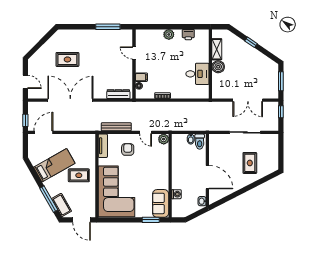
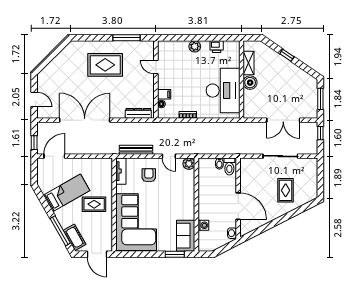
rug: (67, 59) -> (105, 65), moved, width x1.36, depth x1.43
desk: (197, 74) -> (223, 91), width x1.87, depth x1.30

